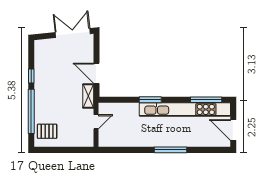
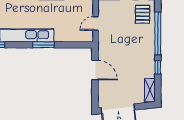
shelving: (88, 96) -> (150, 90), moved
pallet: (47, 131) -> (143, 14), turned 90

